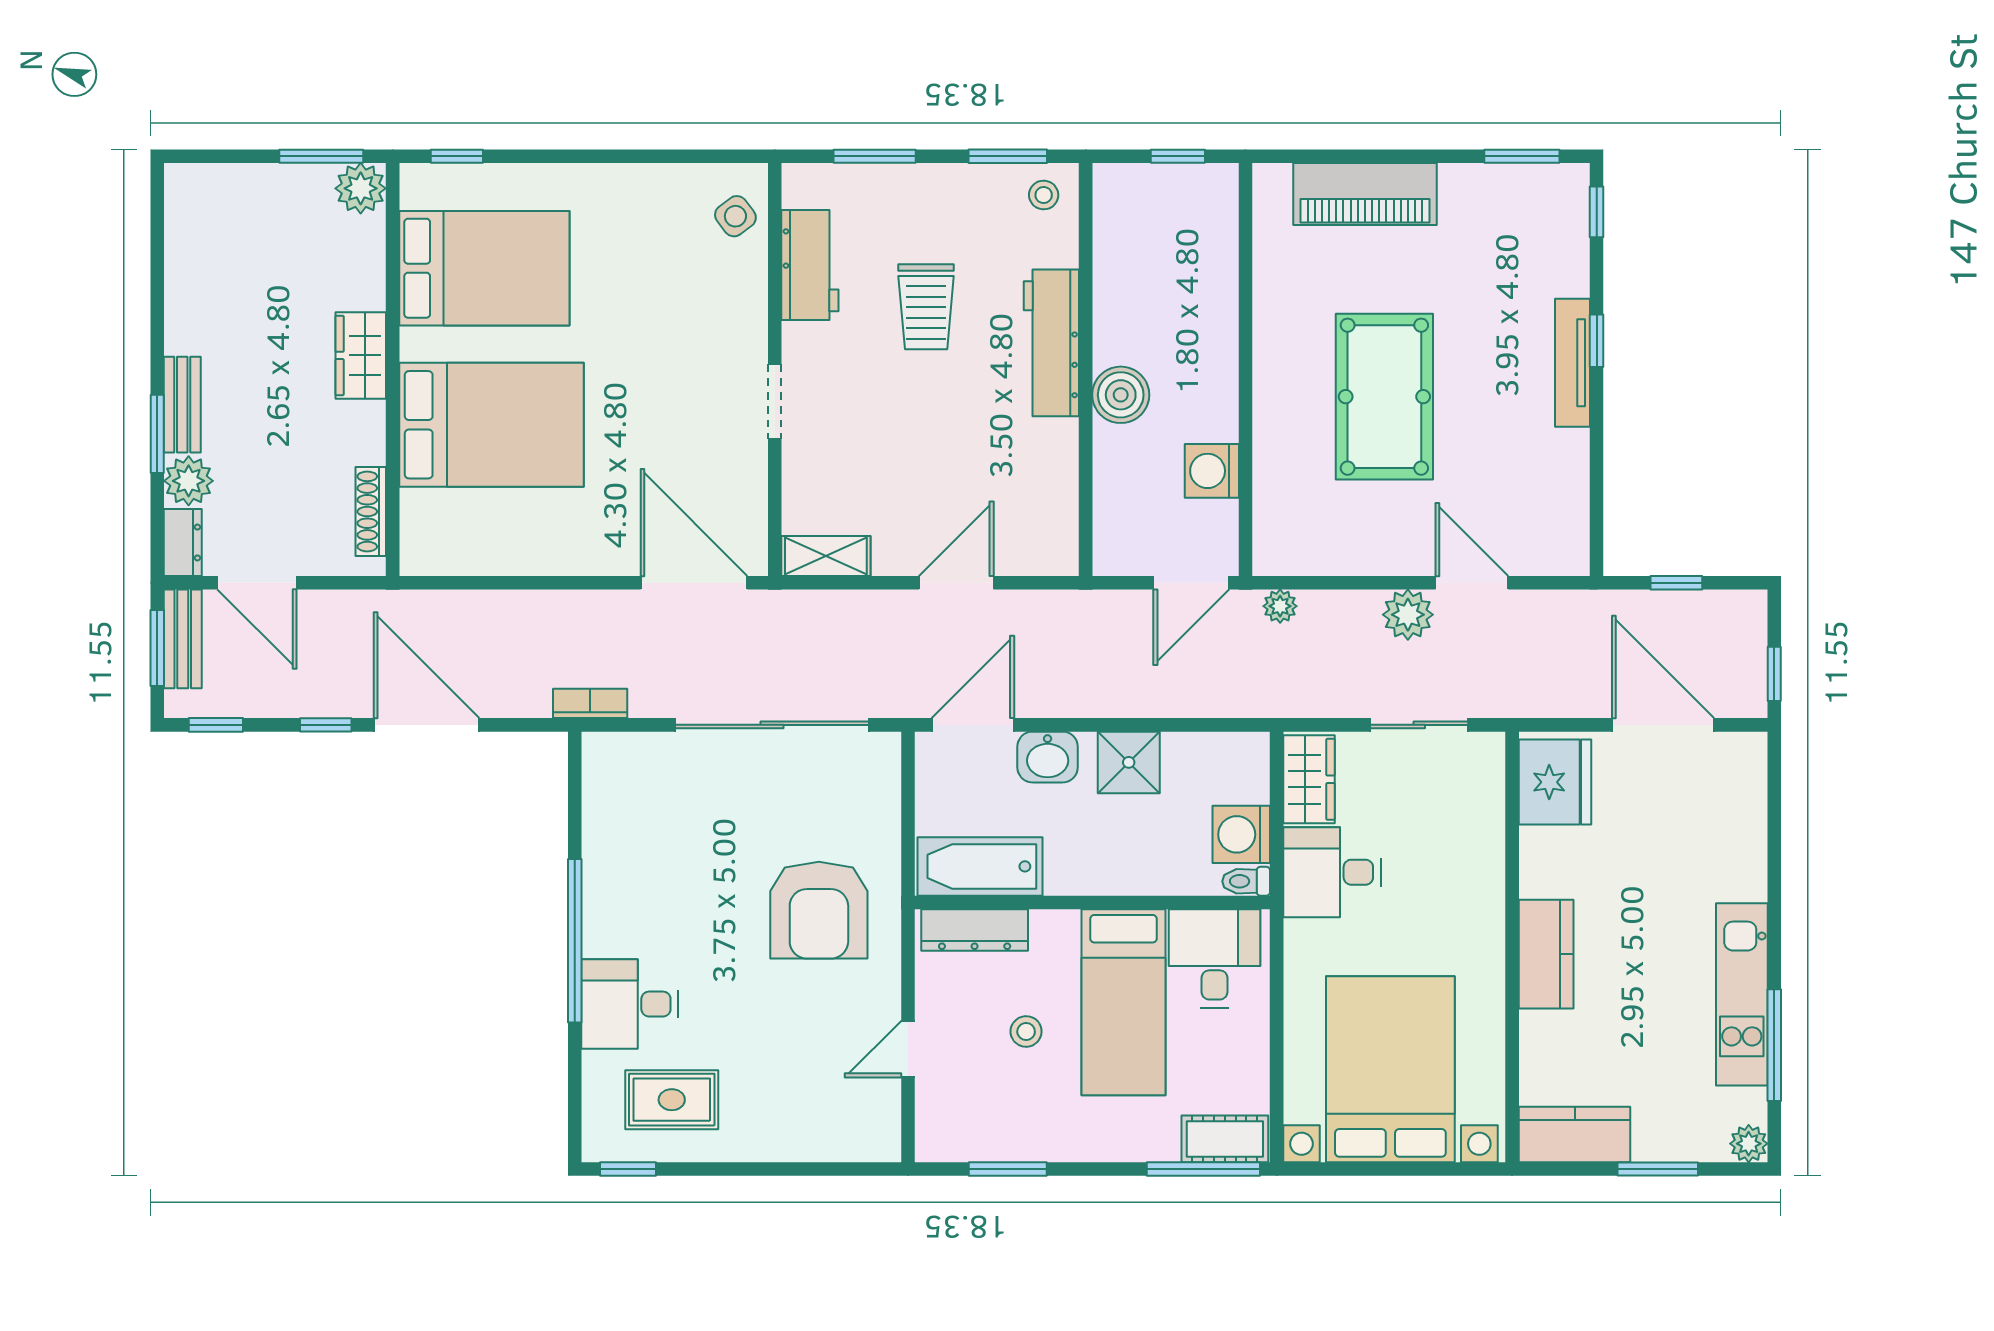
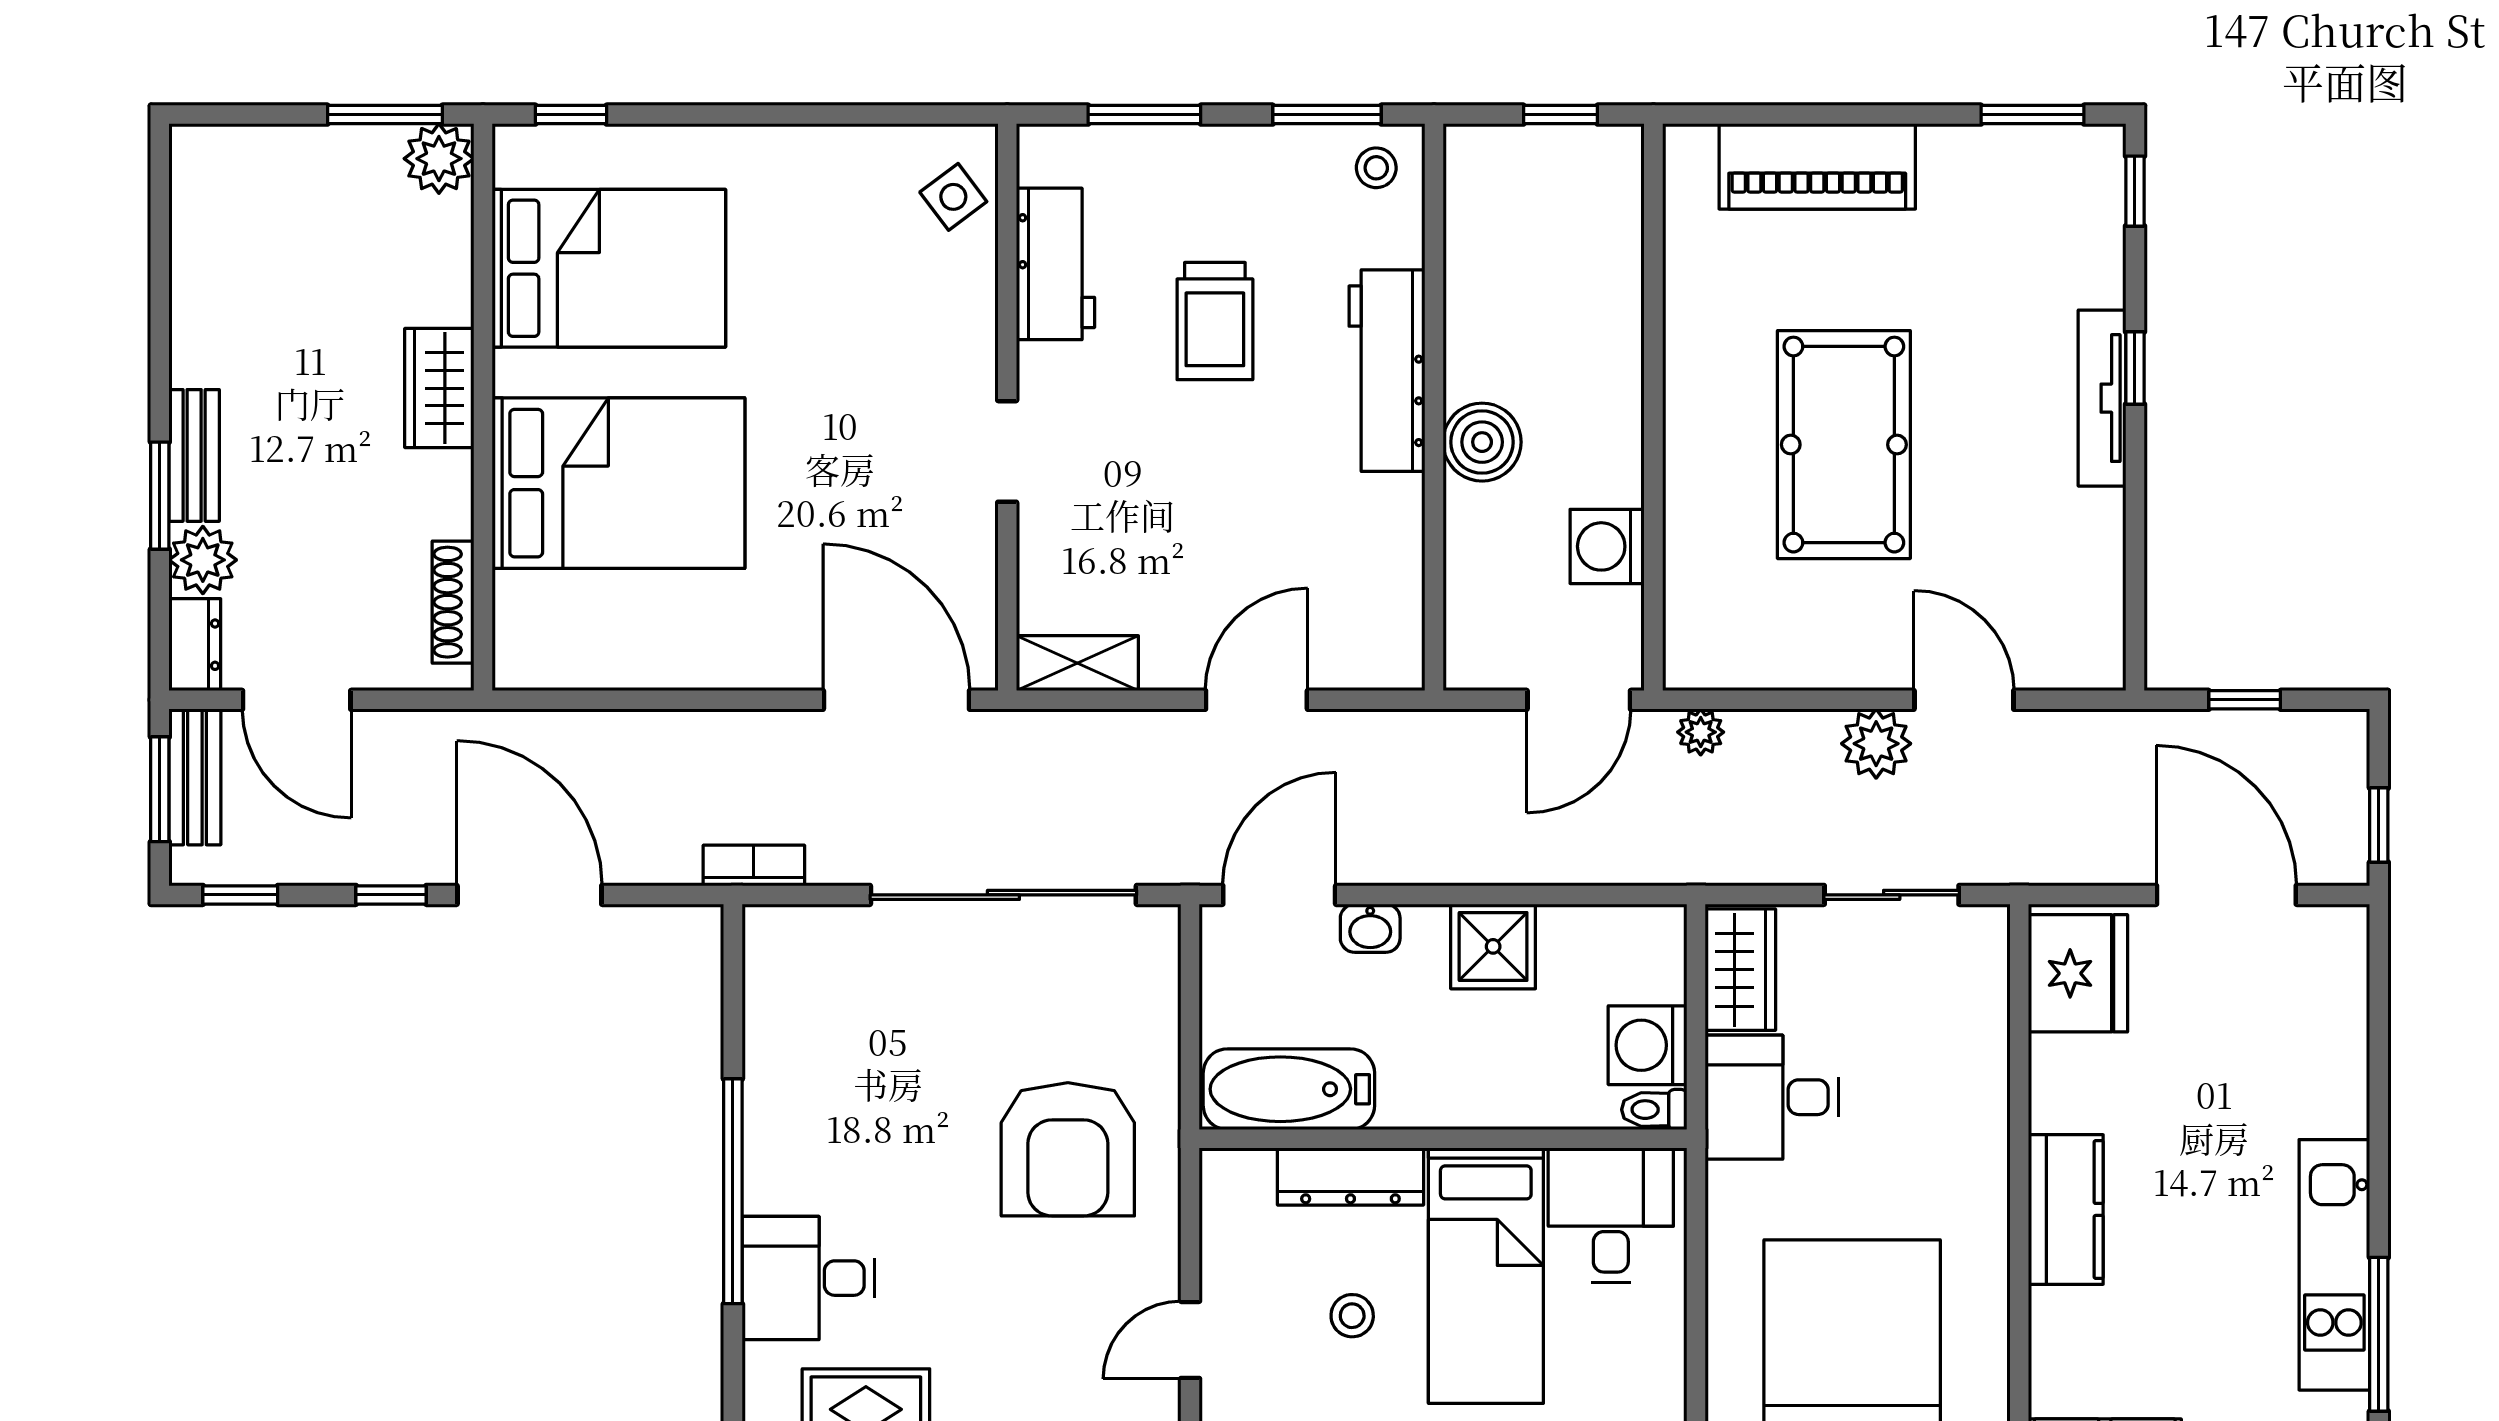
washbasin: (1048, 757) -> (1370, 928), width x0.72, depth x0.69
dresser: (975, 930) -> (1350, 1176), moved

